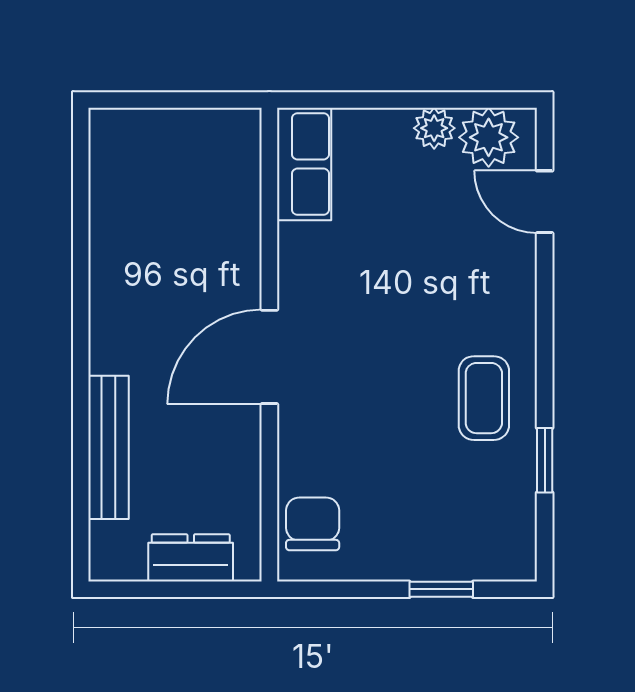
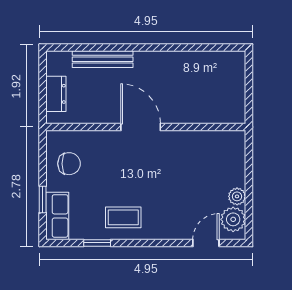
row of seats: (304, 164) -> (57, 216), moved, turned -90
chair: (313, 524) -> (69, 164), moved

